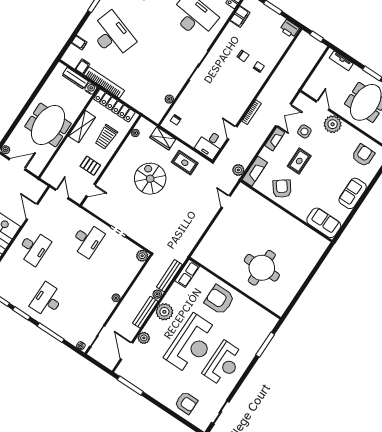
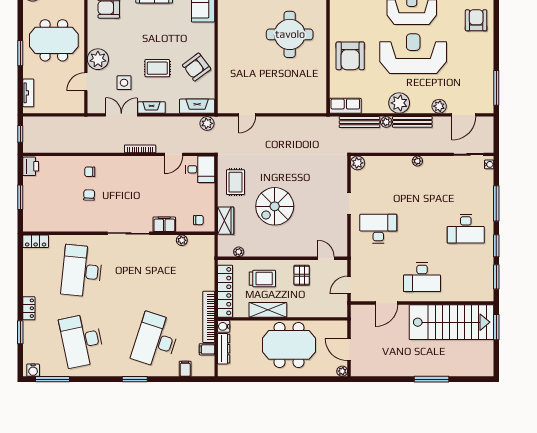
filing cabinet: (240, 17) -> (164, 224), moved
desk: (34, 248) -> (422, 277), turned 180

